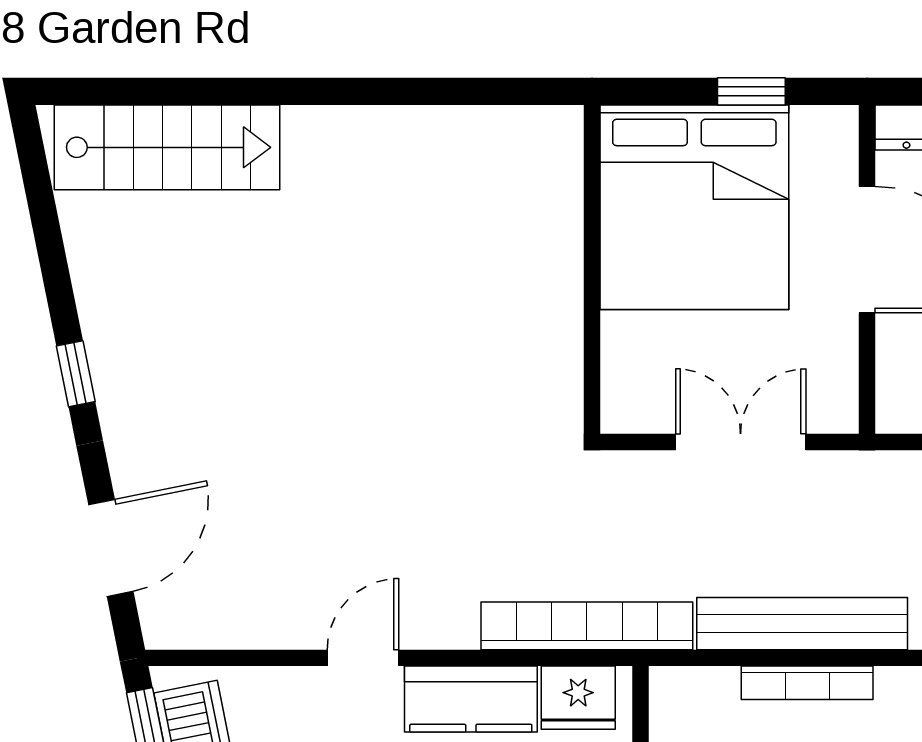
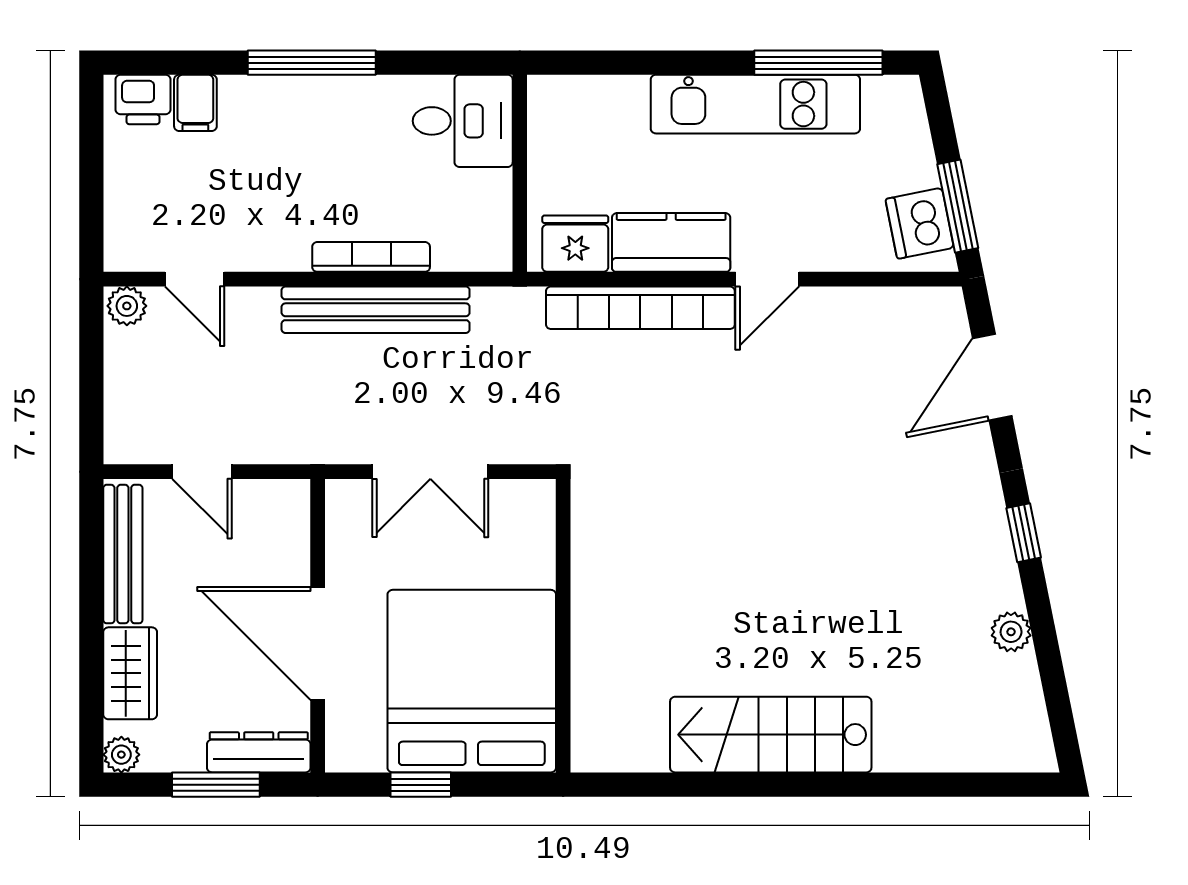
stairs: (167, 147) -> (771, 735), moved
plant: (90, 263) -> (1011, 632), added
bookcase: (587, 626) -> (640, 308), moved

